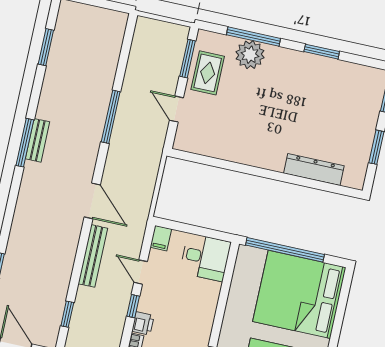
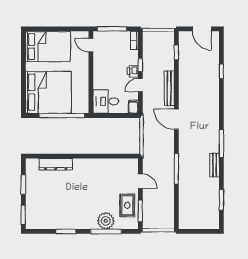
bench: (38, 140) -> (215, 165), moved
door: (141, 272) -> (140, 85), swing flipped
printer: (143, 323) -> (133, 71), moved

